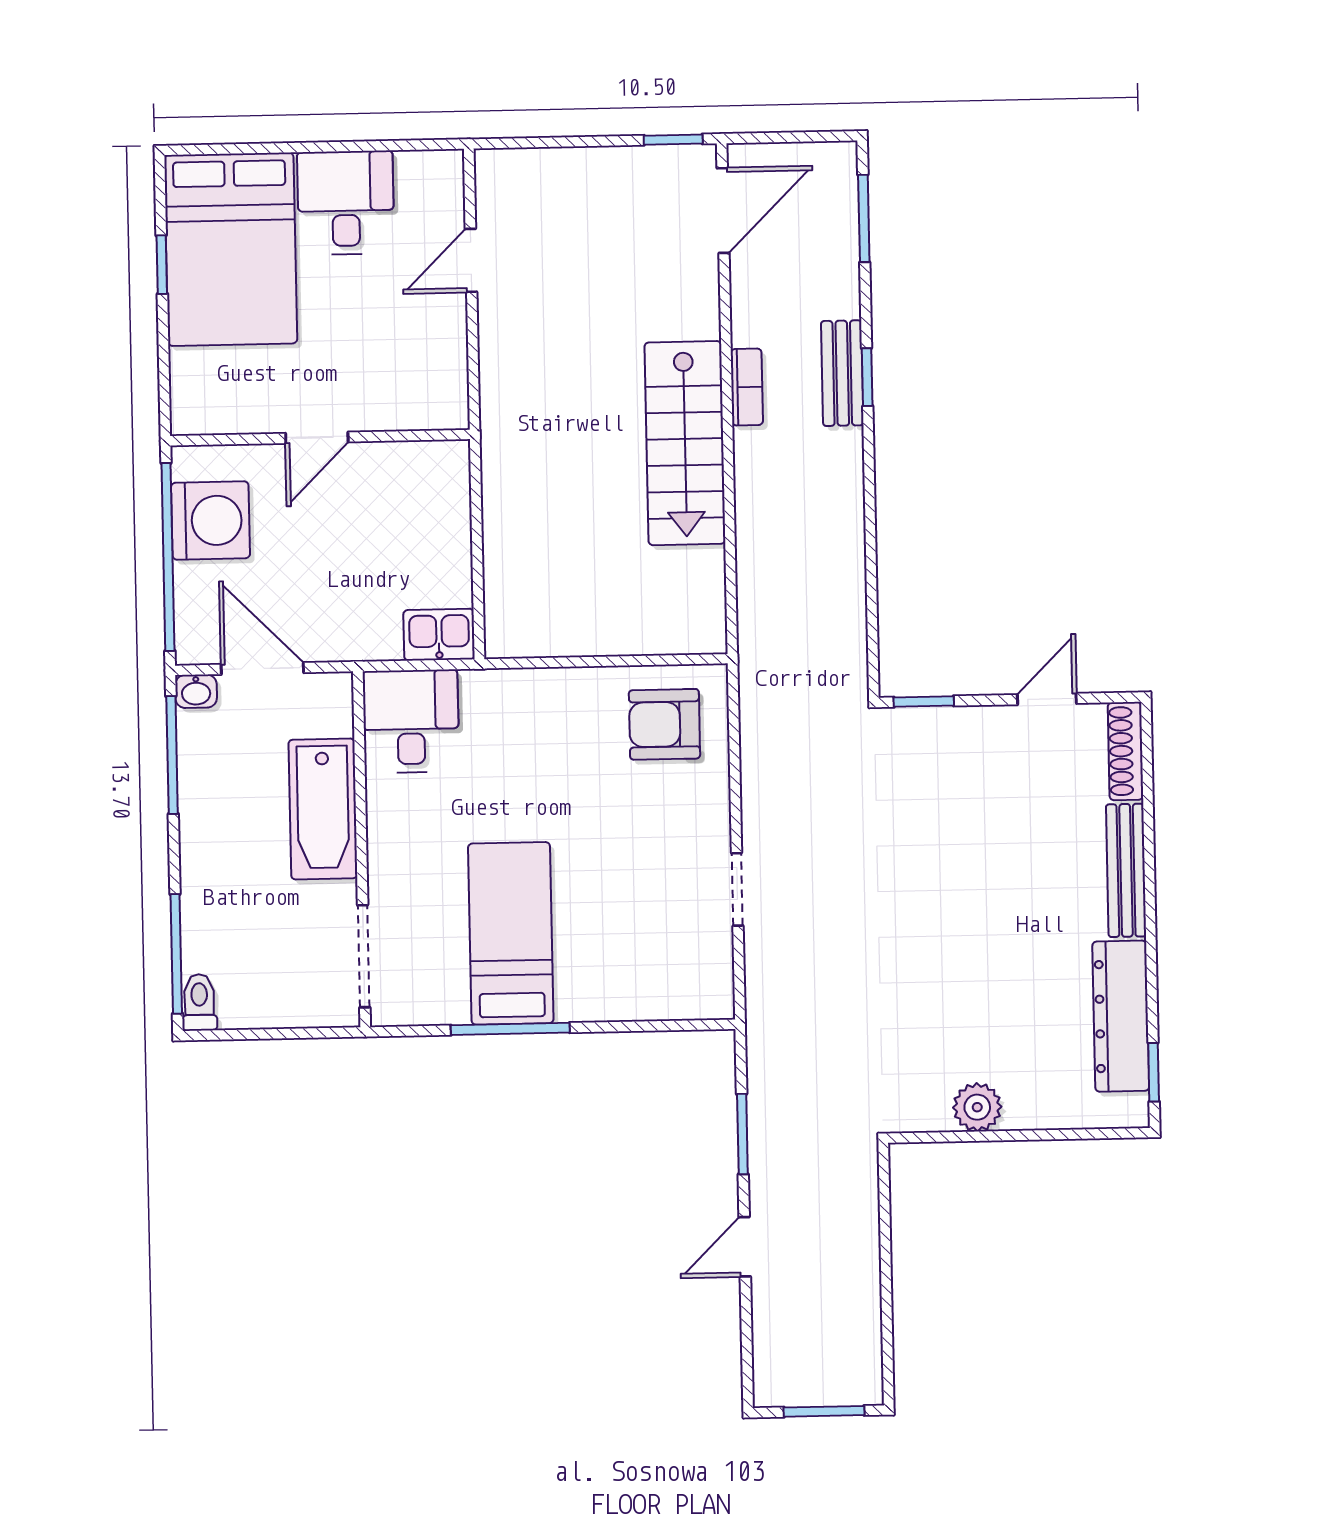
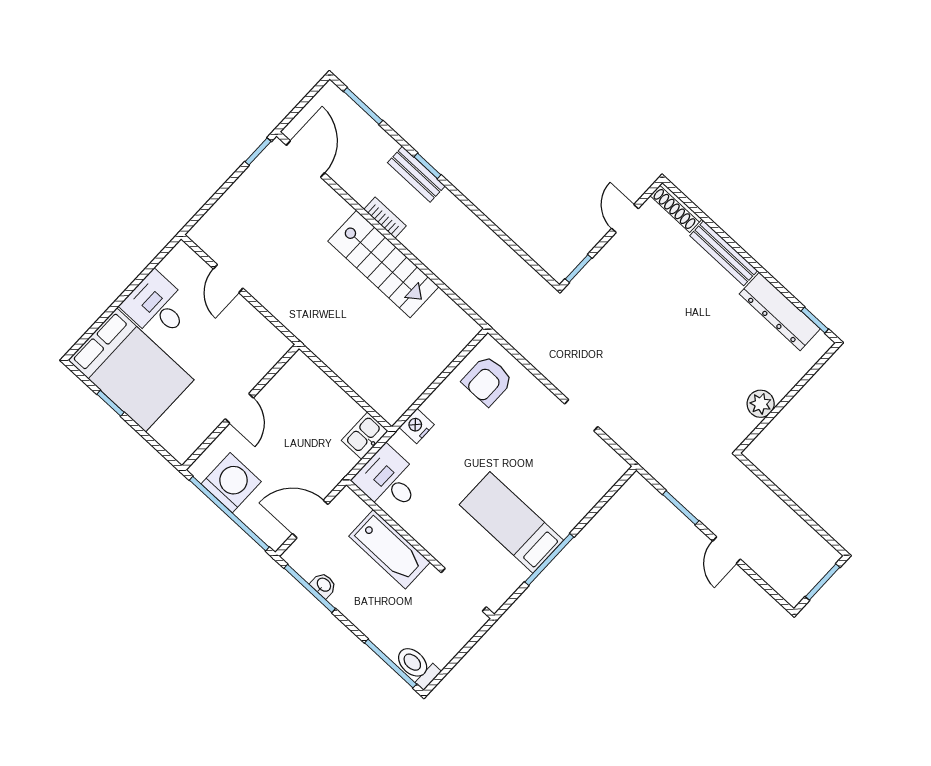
nightstand: (517, 690) -> (417, 426), added
washbasin: (196, 691) -> (324, 585), moved, turned -90
toilet: (199, 1002) -> (417, 666), width x1.37, depth x1.39

